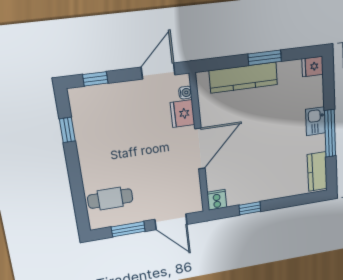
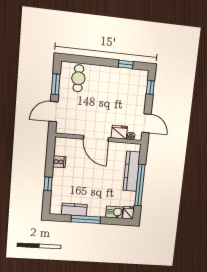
window: (265, 58) -> (140, 185), width x2.11
kitchen sink: (315, 121) -> (114, 212), moved
kitchen counter: (317, 172) -> (74, 210), moved
cooker: (217, 200) -> (59, 162), moved
window: (250, 208) -> (48, 184), moved

